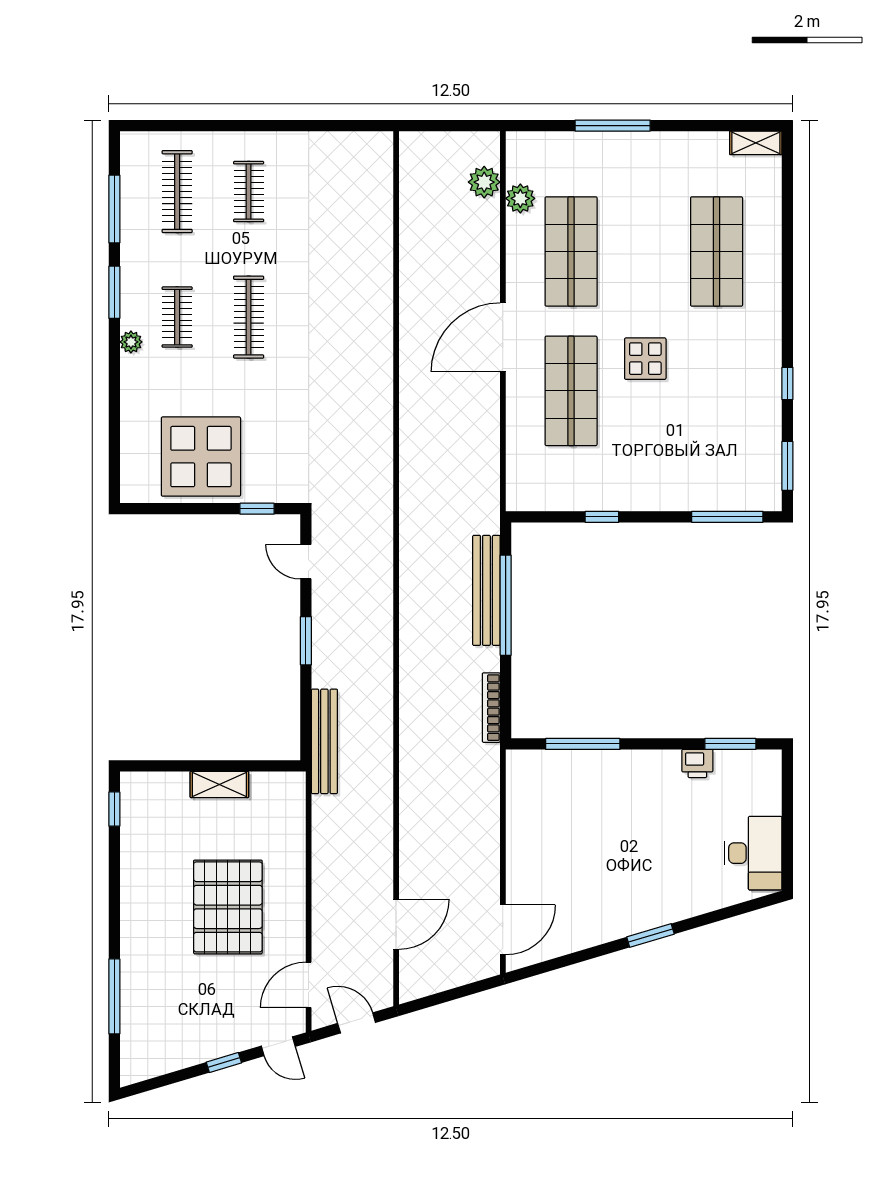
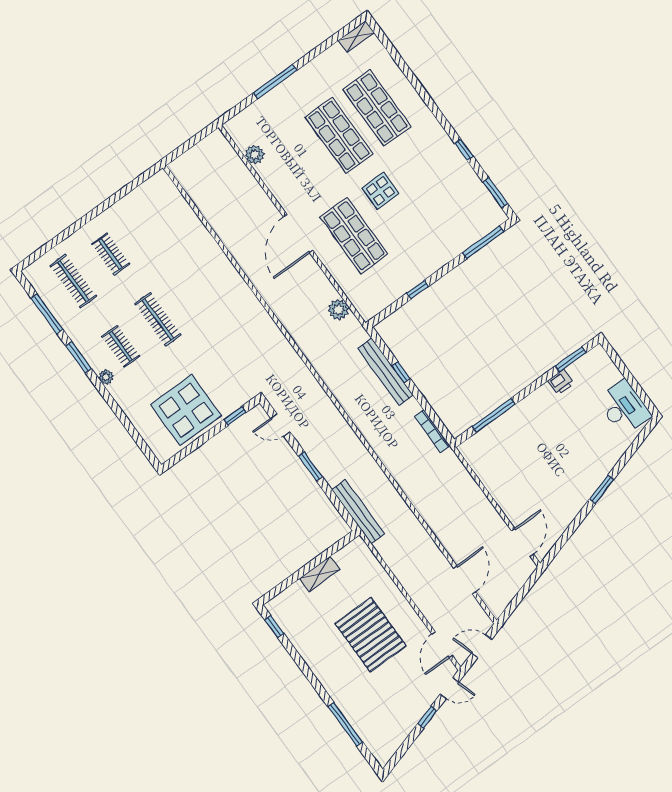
plant: (484, 182) -> (339, 310), moved
shop shelf: (571, 252) -> (339, 135), moved
window: (506, 605) -> (401, 372), width x0.32

